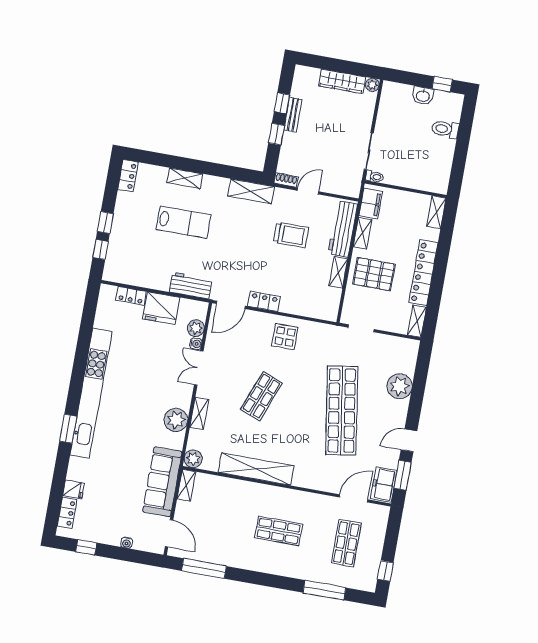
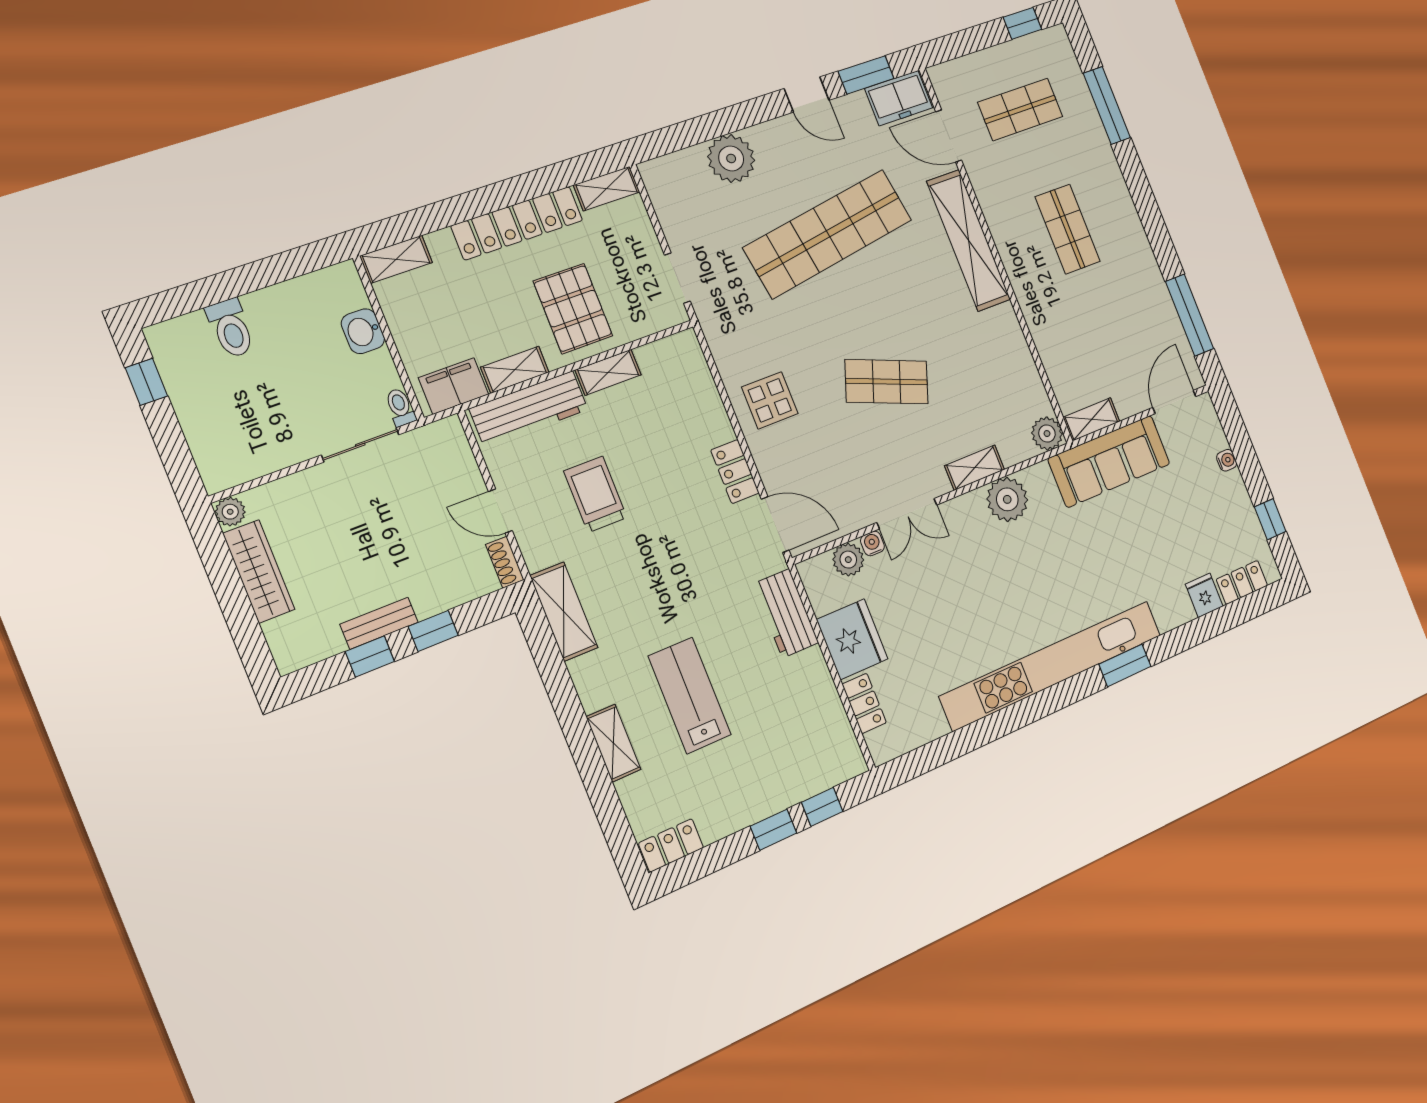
washbasin: (423, 96) -> (363, 331), moved, turned 180
shelving: (256, 469) -> (969, 240), moved

